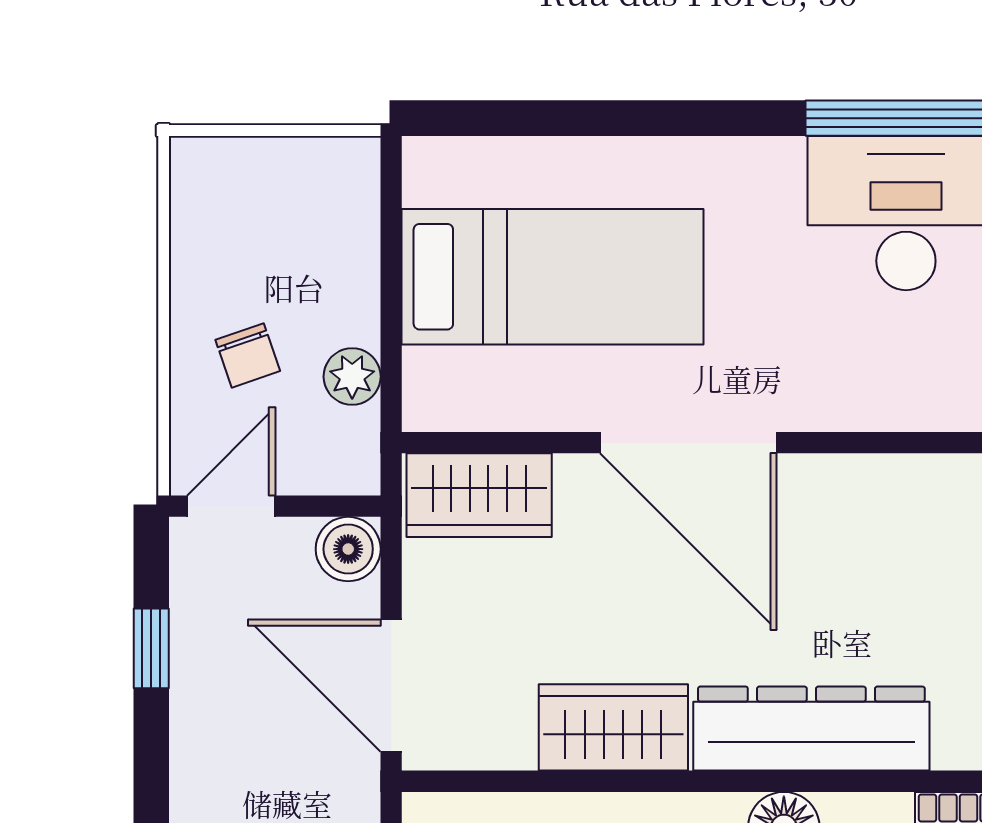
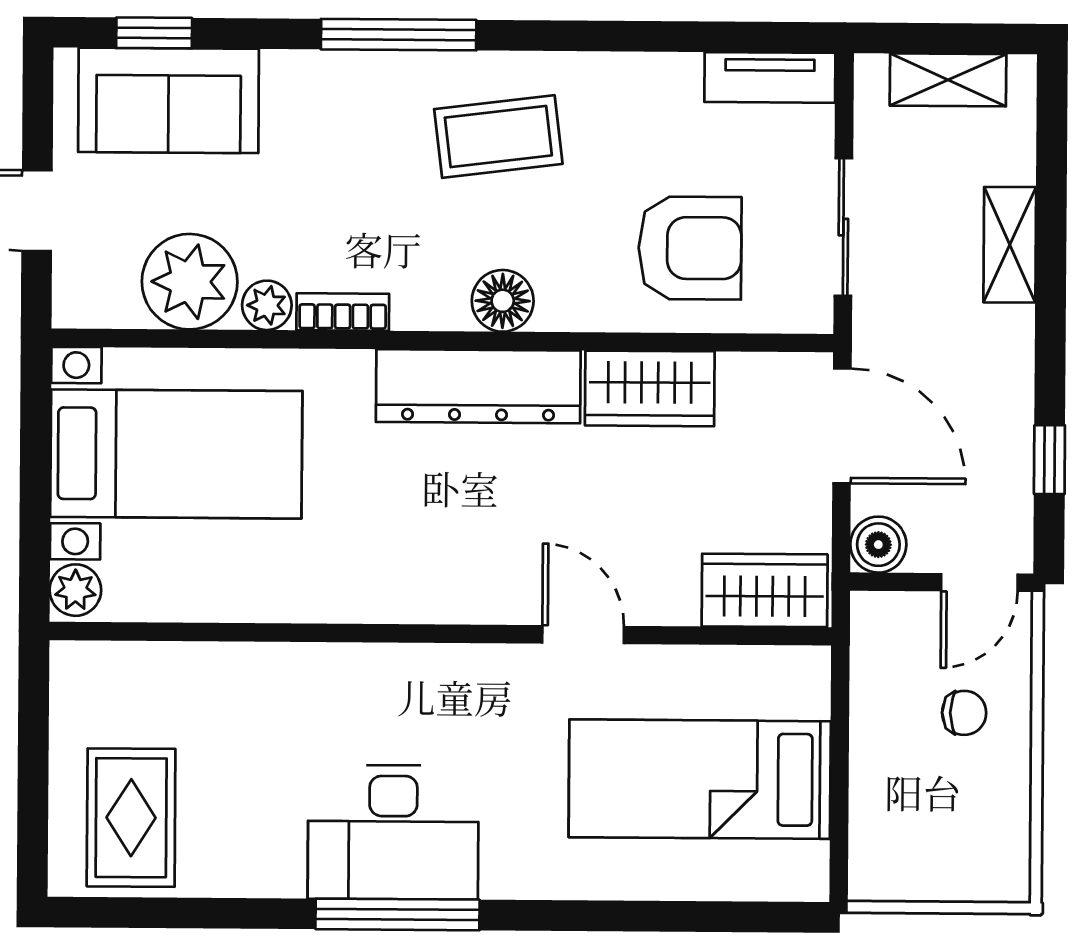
chair: (248, 355) -> (964, 713), turned 109
plant: (352, 377) -> (874, 694), removed
door: (688, 443) -> (583, 635), width x0.53

